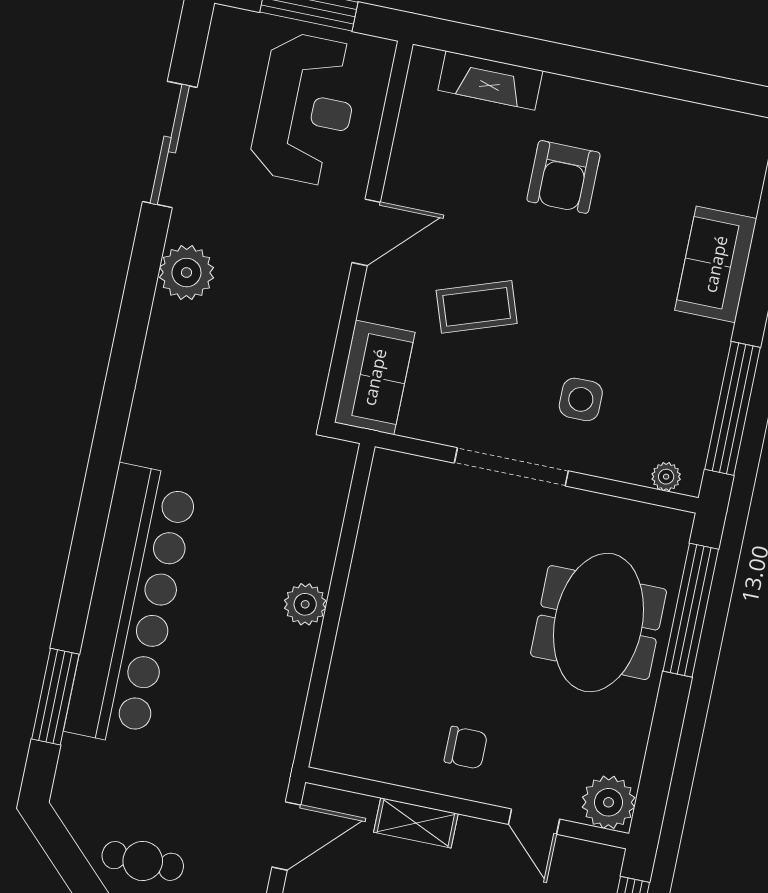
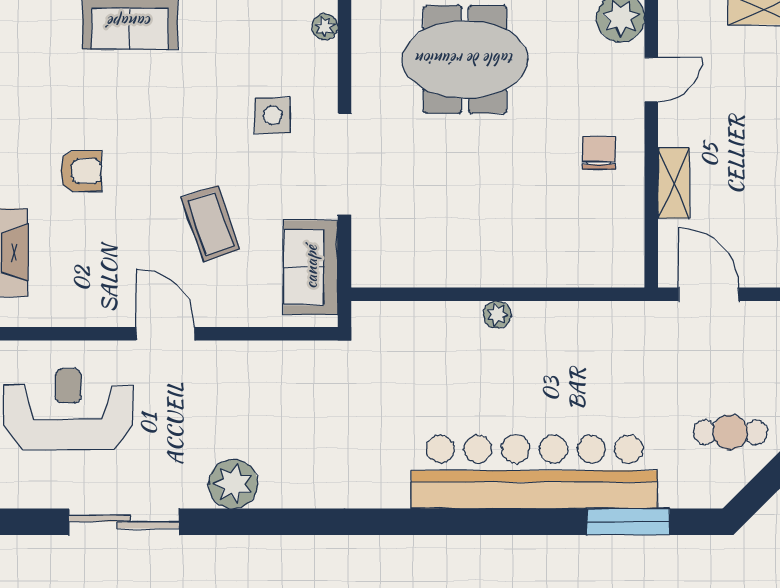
armchair: (564, 177) -> (81, 171), width x0.72, depth x0.72
sofa: (375, 377) -> (311, 267), moved, turned -90
plant: (305, 604) -> (497, 315), width x0.73, depth x0.73
cafe table: (143, 861) -> (730, 432), moved, turned 90

